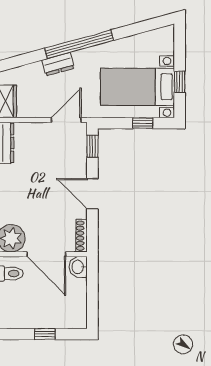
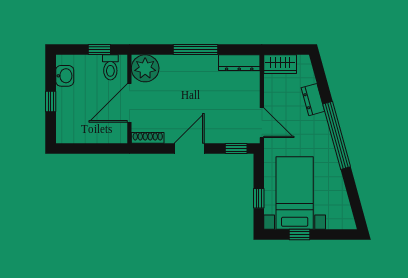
dresser: (58, 64) -> (313, 100), moved
washbasin: (78, 267) -> (65, 76), moved, turned 90

